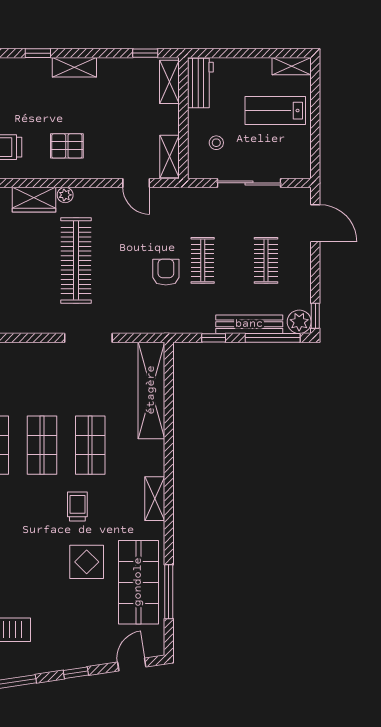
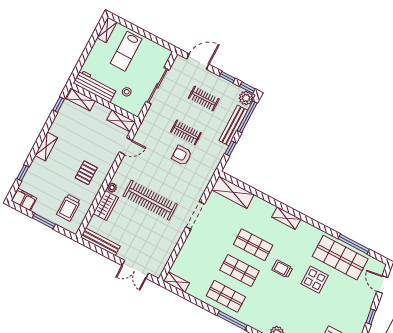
window: (38, 53) -> (23, 173), moved
workbench: (200, 83) -> (95, 86), width x1.38
window: (315, 279) -> (227, 77), added
shelving: (151, 390) -> (233, 192), width x0.68
shelving: (155, 499) -> (286, 218), moved

